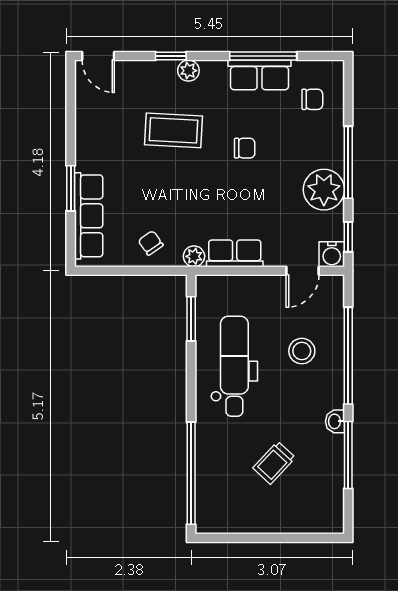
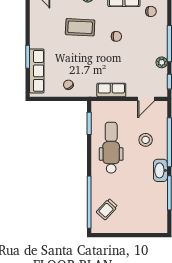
plant: (324, 190) -> (162, 62), width x0.53, depth x0.53
water cooler: (332, 254) -> (161, 91), removed
plant: (194, 256) -> (91, 92), removed
washbasin: (335, 421) -> (160, 170), width x1.91, depth x1.45
trolley: (274, 463) -> (107, 209), moved

